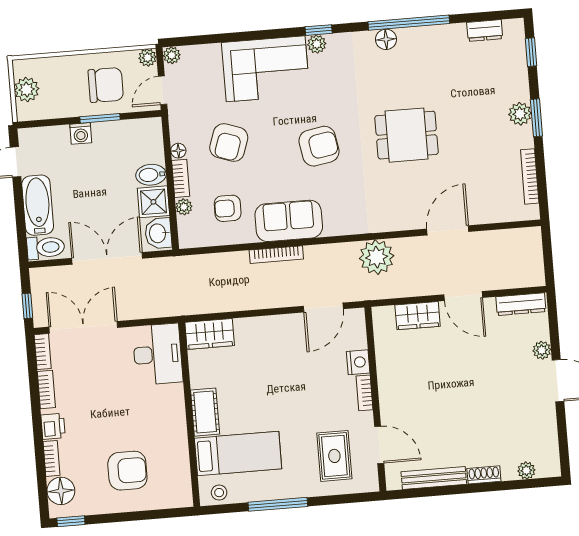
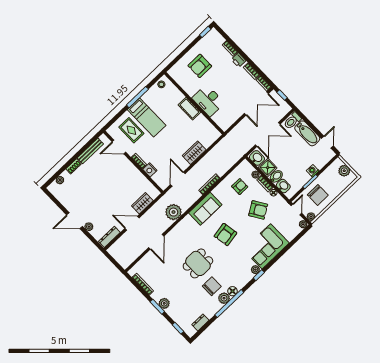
plant: (410, 39) -> (224, 298), added
chair: (415, 77) -> (212, 286), added
chair: (106, 85) -> (318, 195), turned -90
armchair: (229, 143) -> (258, 210), turned 129
washbasin: (152, 148) -> (283, 186), added
sofa: (289, 221) -> (205, 209), moved
wardrobe: (210, 334) -> (194, 153), moved
desk: (158, 354) -> (208, 100), moved
bed: (238, 454) -> (147, 118), moved, turned -90
floor lamp: (61, 491) -> (217, 40), removed

